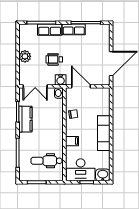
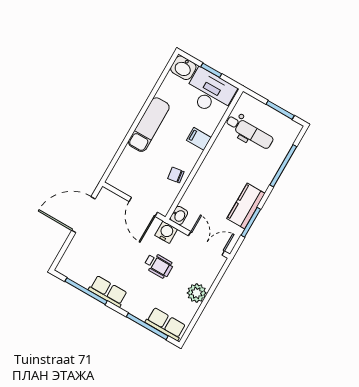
row of seats: (50, 30) -> (166, 324), moved

